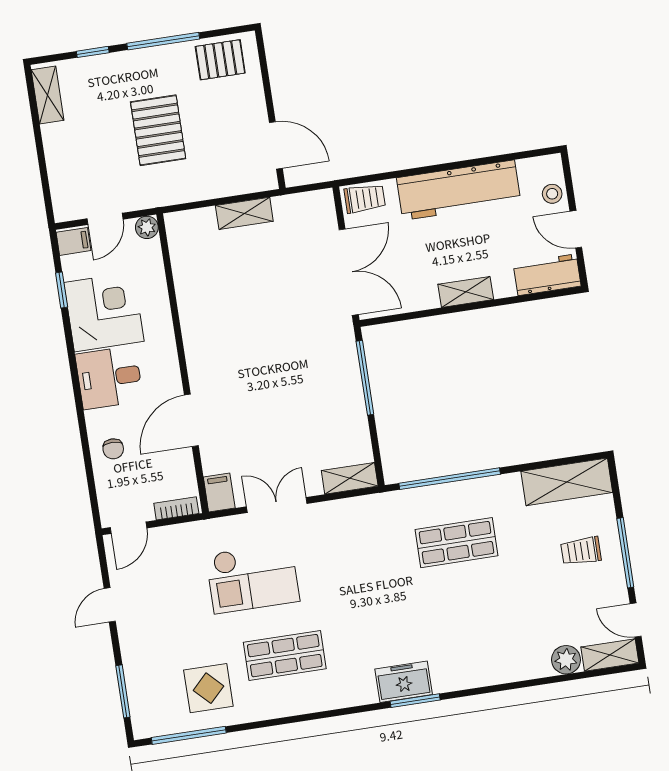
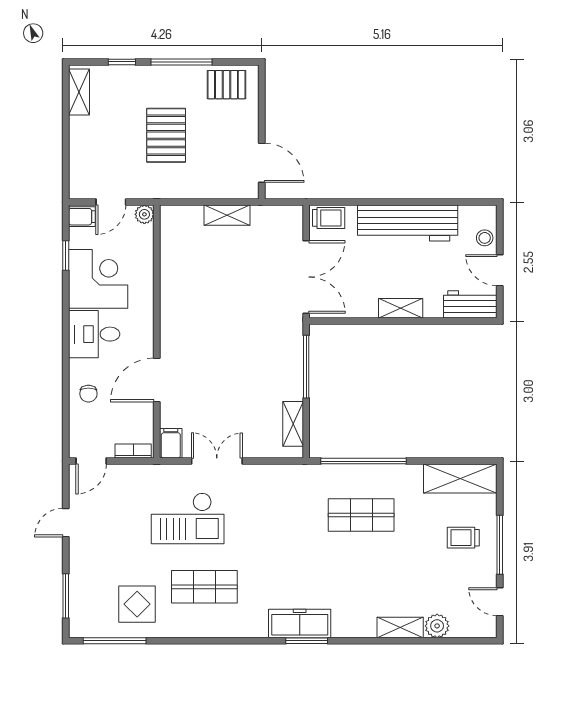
shelving: (350, 478) -> (293, 424), moved, turned 90
shelving: (610, 655) -> (400, 628), moved
freezer: (404, 682) -> (300, 624), width x1.40

